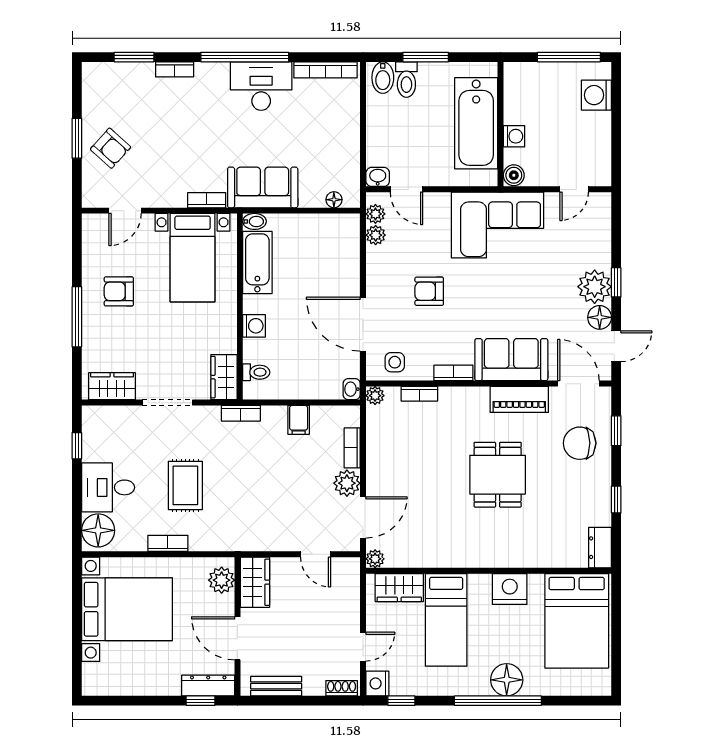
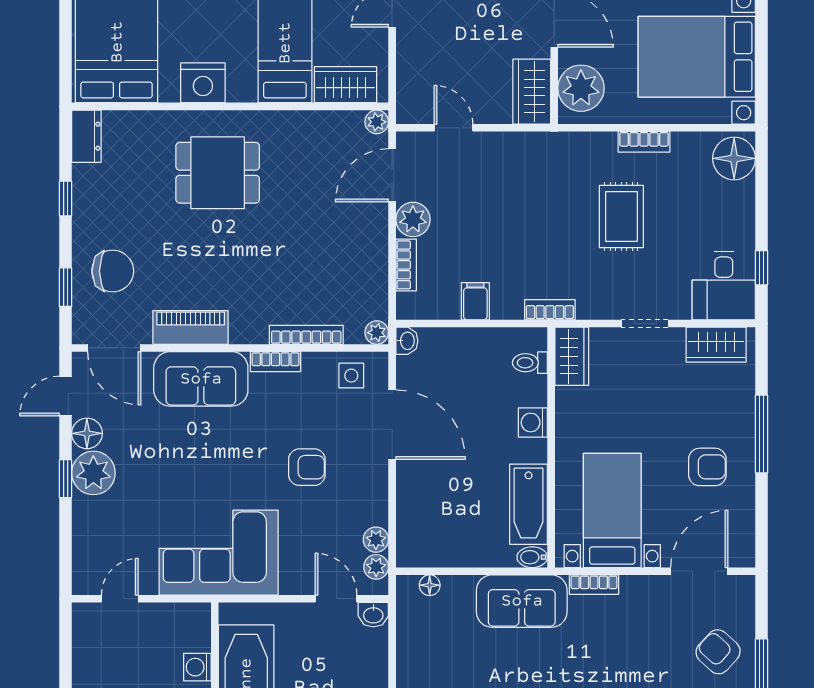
boiler: (514, 175) -> (198, 617), removed
door: (125, 211) -> (699, 571), width x1.38
bookcase: (419, 394) -> (306, 335), width x1.56
doorway: (167, 403) -> (645, 324), width x0.73
dining table: (498, 475) -> (218, 173), moved, turned 90
desk: (108, 487) -> (724, 286), moved, turned 90
plant: (222, 580) -> (581, 88), width x1.36, depth x1.36

